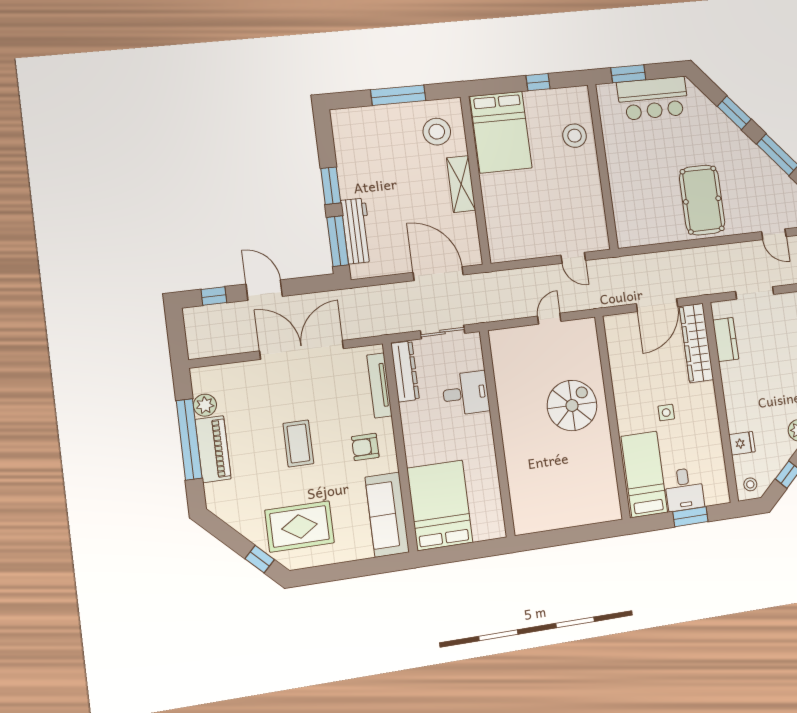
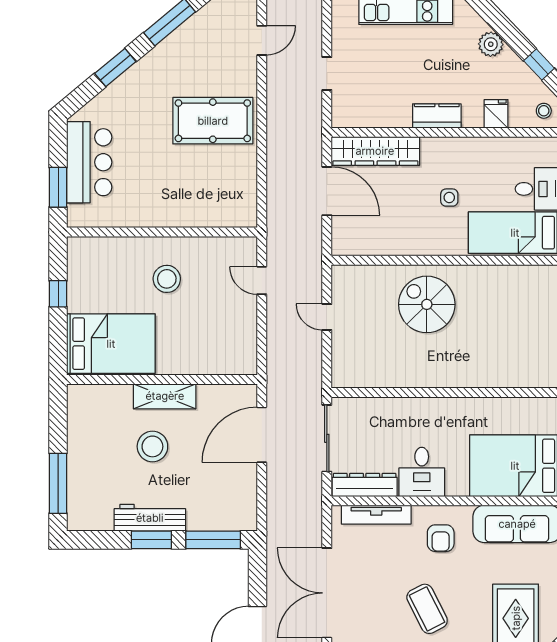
window: (398, 95) -> (58, 483), moved
stool: (437, 132) -> (152, 446), moved
stool: (575, 136) -> (167, 279), moved
workbench: (357, 231) -> (150, 518), moved
door: (573, 258) -> (262, 280), swing flipped
doorway: (755, 293) -> (327, 74), width x0.73
sliding door: (443, 332) -> (327, 438), width x1.37
kitchen counter: (726, 340) -> (437, 116), moved
desk: (466, 393) -> (422, 472), moved, turned 180
coffee table: (298, 443) -> (427, 609), turned 63

